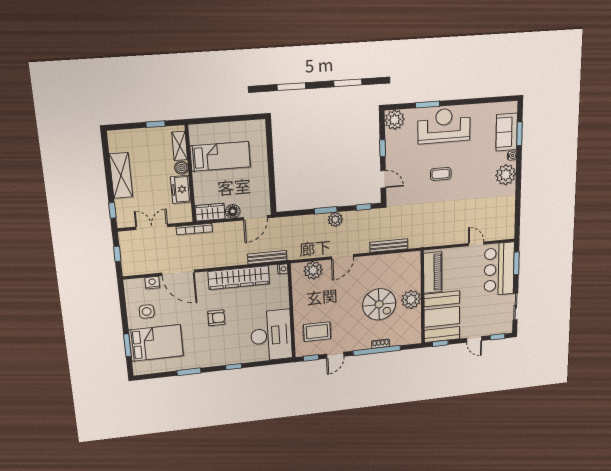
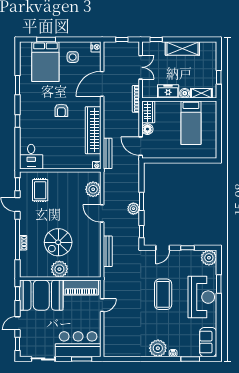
sofa: (507, 132) -> (208, 342), moved, turned -90
coffee table: (441, 174) -> (163, 294), width x1.86, depth x1.72
door: (476, 244) -> (102, 305), moved
nightstand: (152, 283) -> (96, 47), moved
desk: (271, 335) -> (31, 157), width x0.53, depth x0.77

